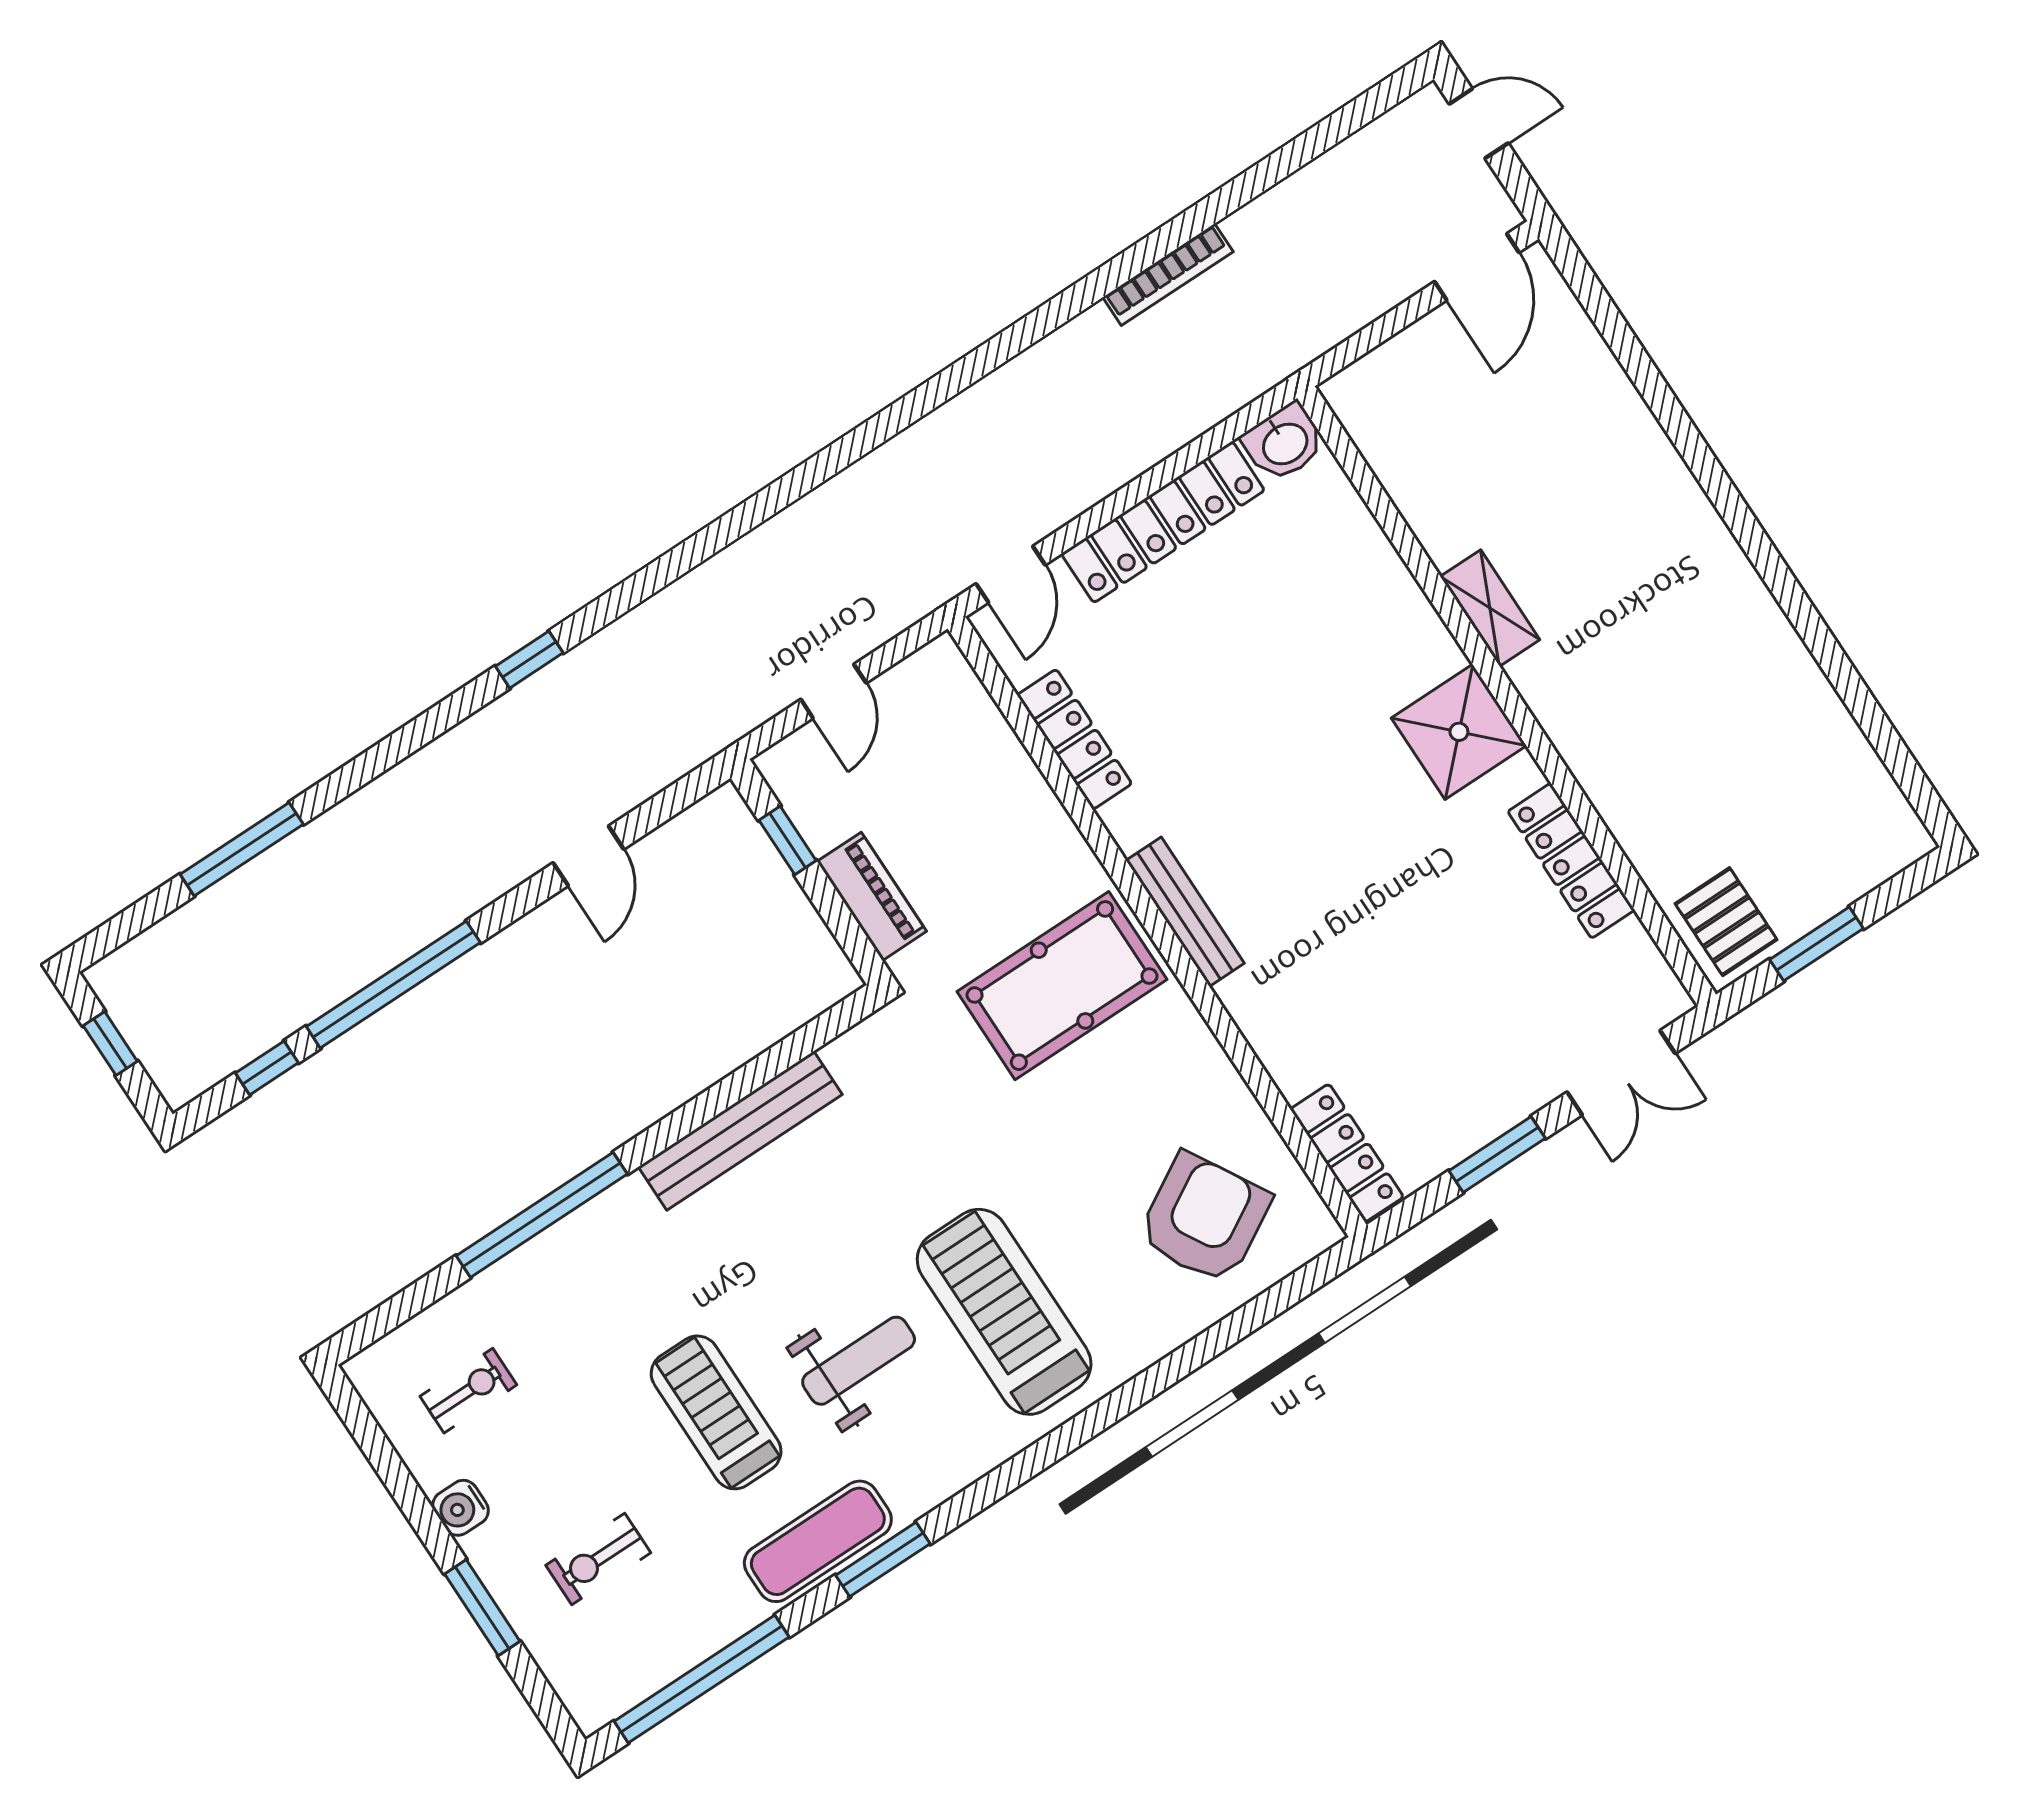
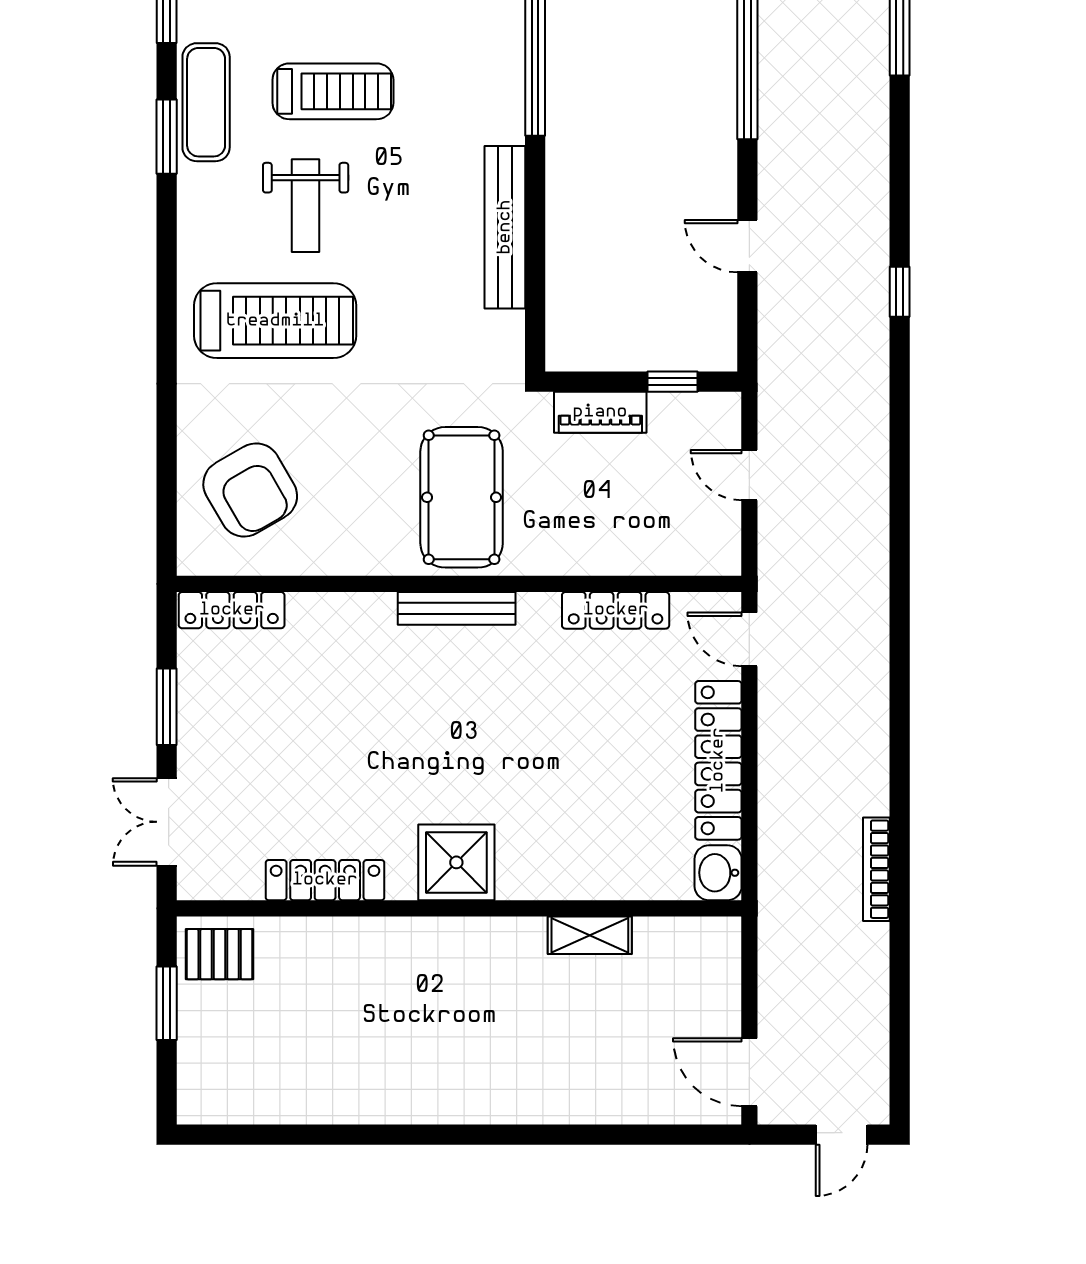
shelving: (1490, 608) -> (590, 935), moved

